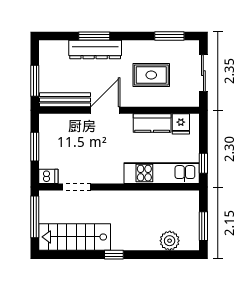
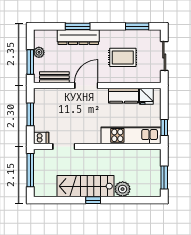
plant: (46, 69) -> (39, 52), added
bench: (65, 100) -> (54, 77), width x0.73
stairs: (75, 237) -> (85, 186), moved
plant: (170, 241) -> (123, 189), moved

